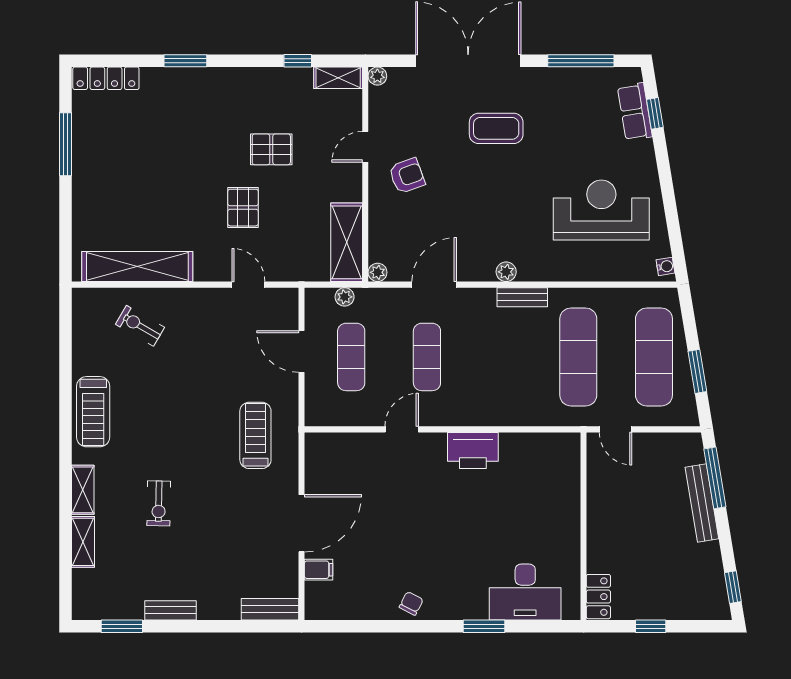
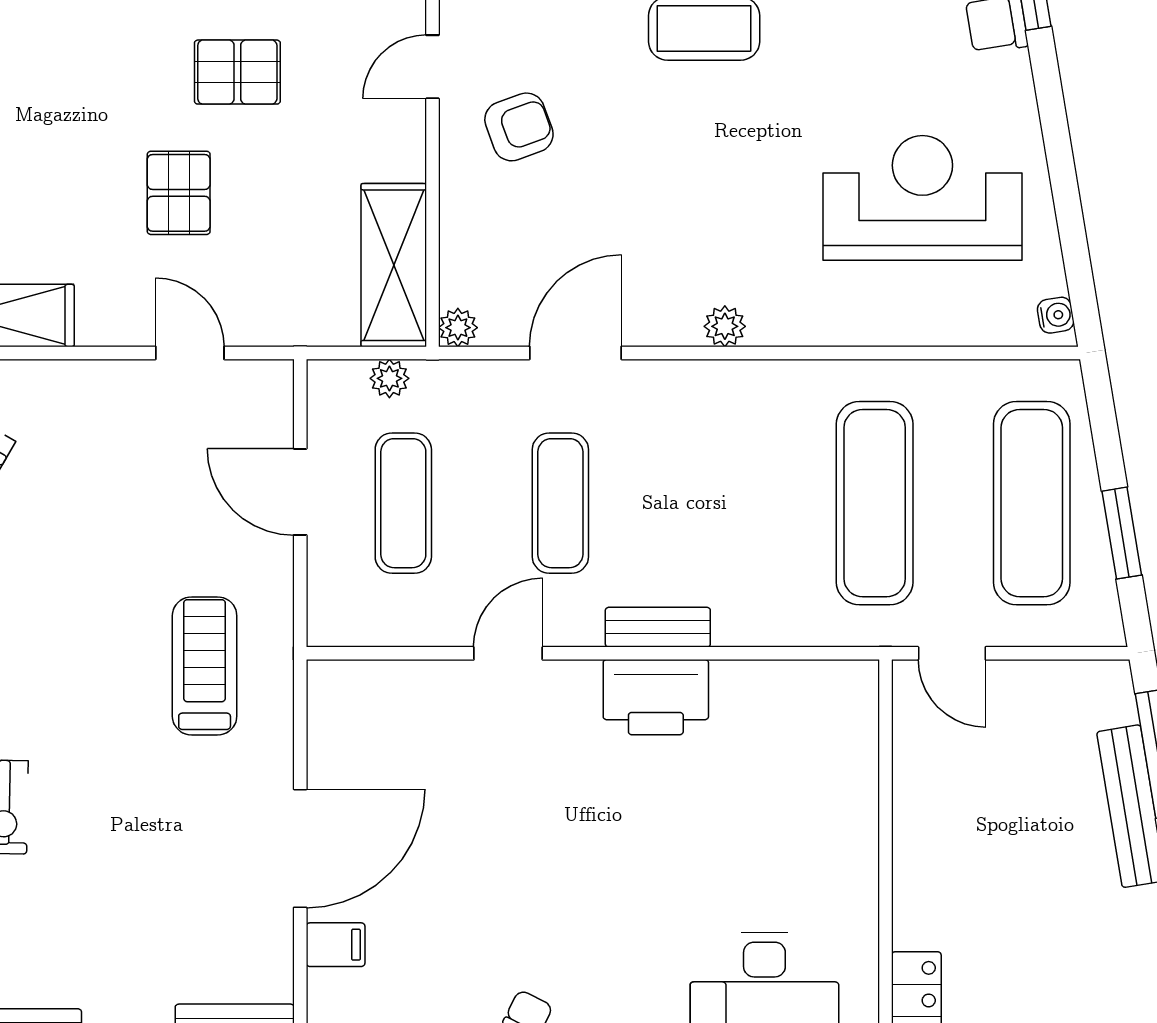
bench: (522, 297) -> (658, 627), moved

